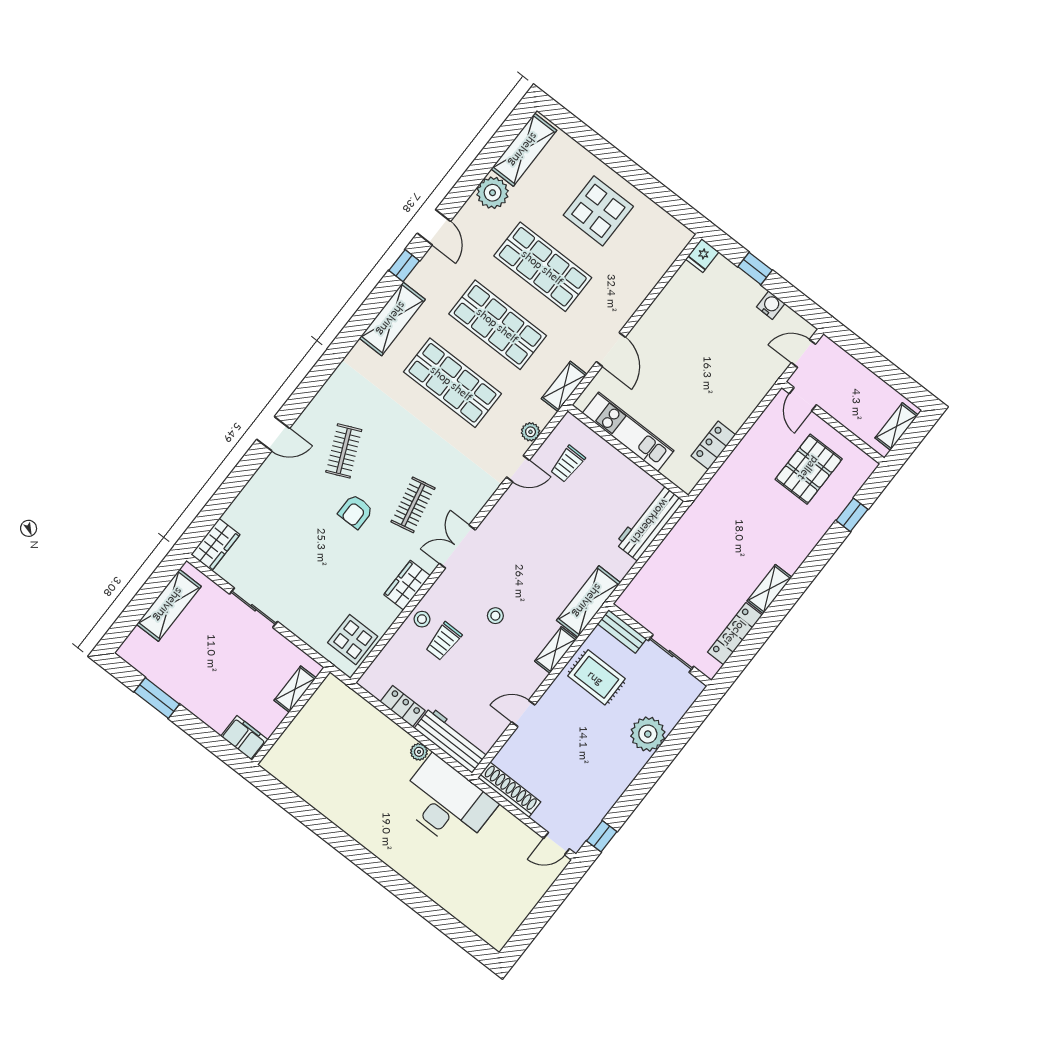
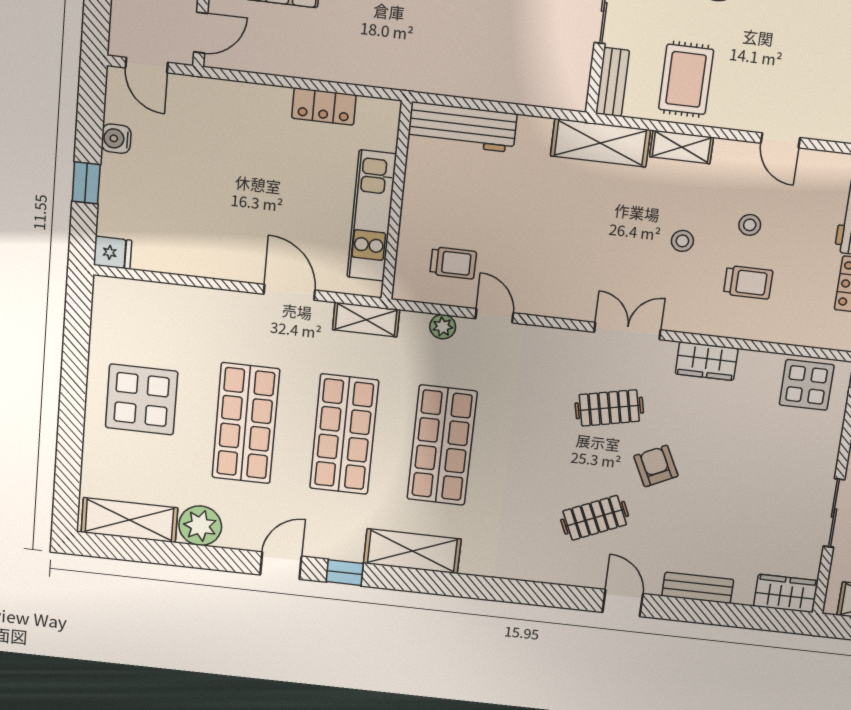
door: (611, 349) -> (289, 292), hinge flipped
bench: (254, 489) -> (698, 588), added
armchair: (356, 512) -> (656, 466), turned -116
double door: (457, 547) -> (627, 331), swing flipped
stool: (422, 619) -> (750, 225), moved

